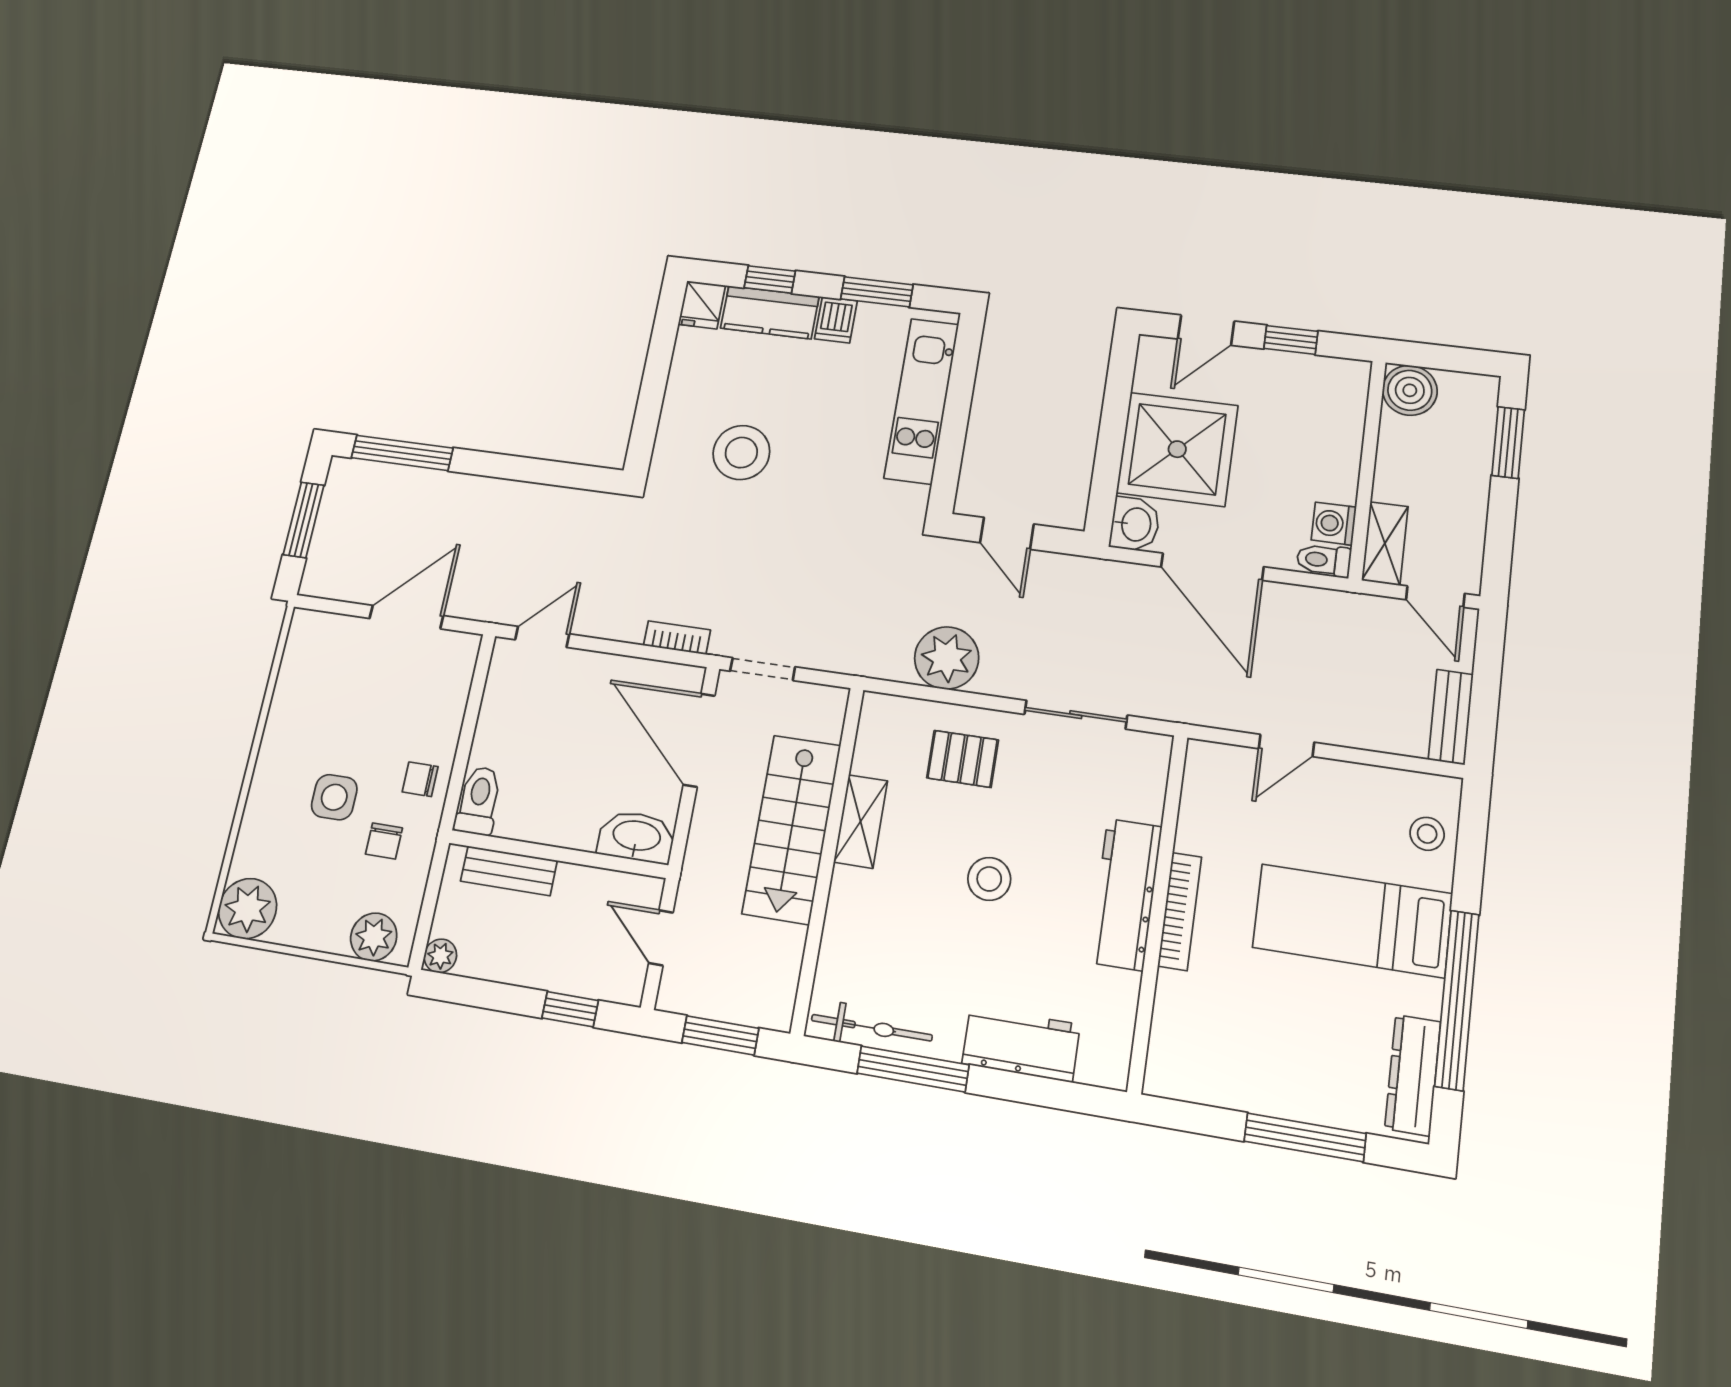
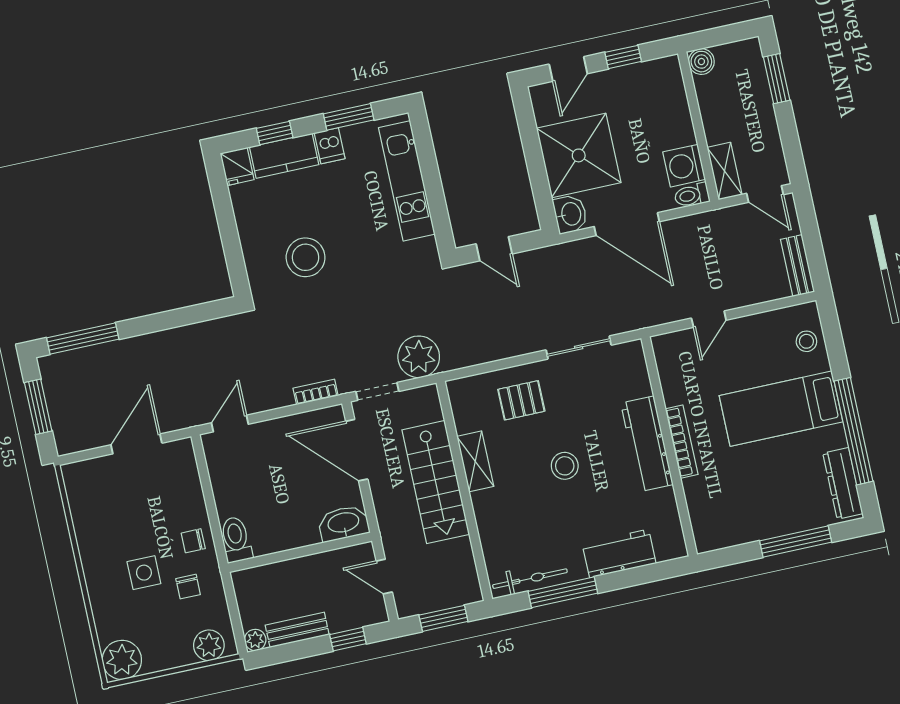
boiler: (1410, 390) -> (701, 62), width x0.73, depth x0.73
washing machine: (1334, 524) -> (684, 166), width x1.38, depth x1.38
plant: (947, 658) -> (419, 357), moved
bench: (509, 871) -> (297, 630), moved

